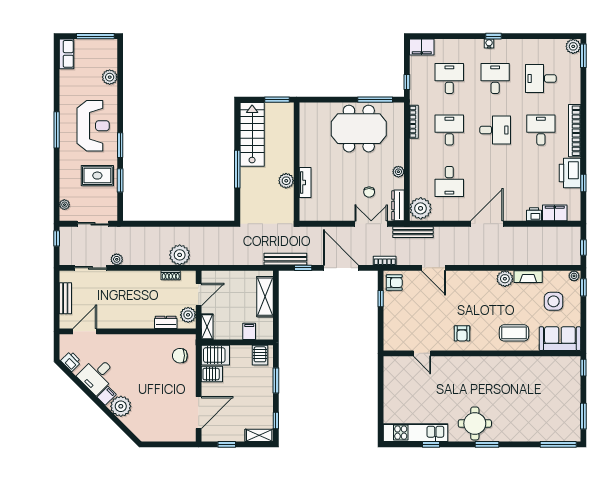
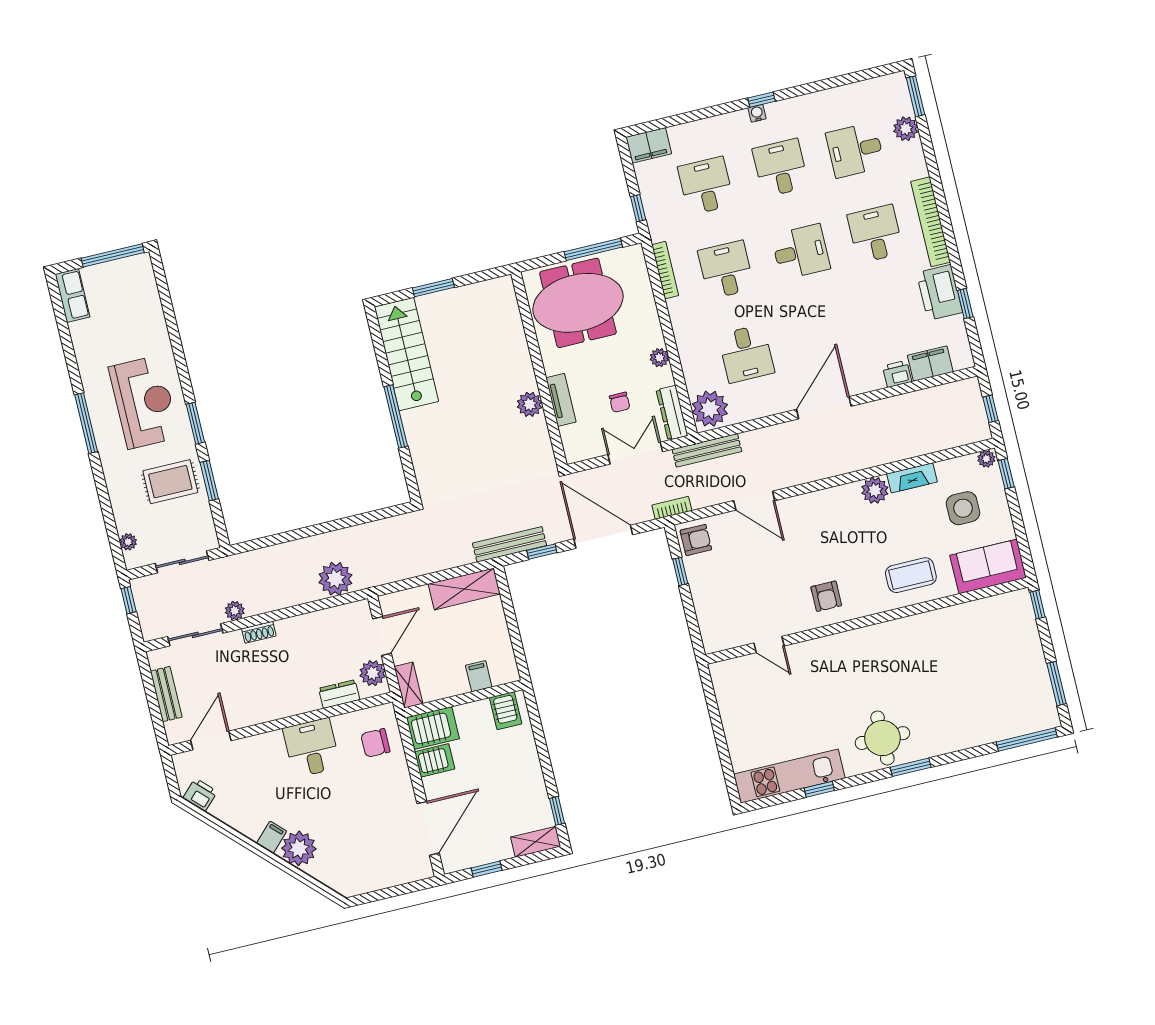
plant: (573, 46) -> (906, 129), moved
plant: (110, 77) -> (152, 316), removed
wall: (297, 162) -> (539, 369), moved
plant: (286, 181) -> (530, 404), moved
tv unit: (305, 183) -> (561, 400), moved
shoe rack: (171, 275) -> (259, 632), moved
shelving: (265, 297) -> (464, 589), moved, turned 90
desk: (97, 375) -> (312, 748), moved, turned 135
window: (276, 380) -> (541, 746), removed

